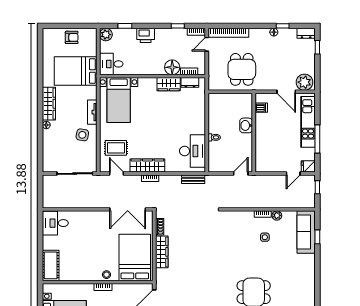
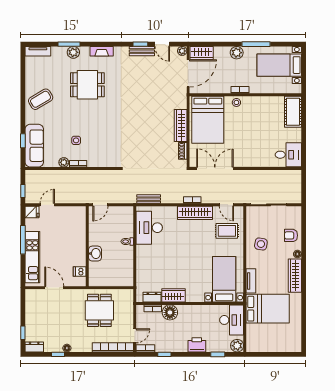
armchair: (72, 37) -> (291, 235), moved
desk: (111, 64) -> (232, 320), width x1.37
plant: (304, 82) -> (36, 297), removed
tv unit: (92, 112) -> (251, 281), moved
coffee table: (300, 278) -> (41, 99), added

